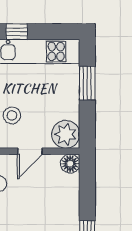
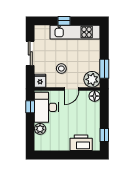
window: (87, 83) -> (104, 69), moved

